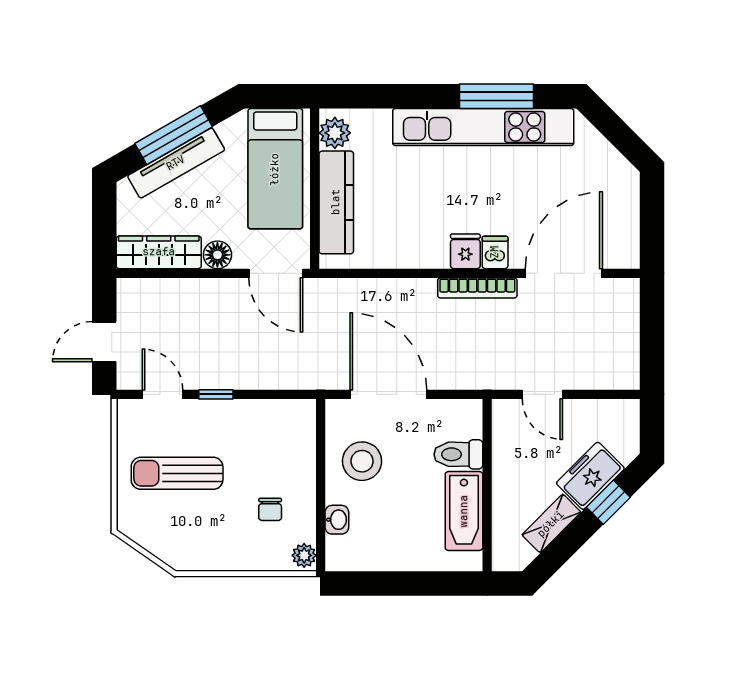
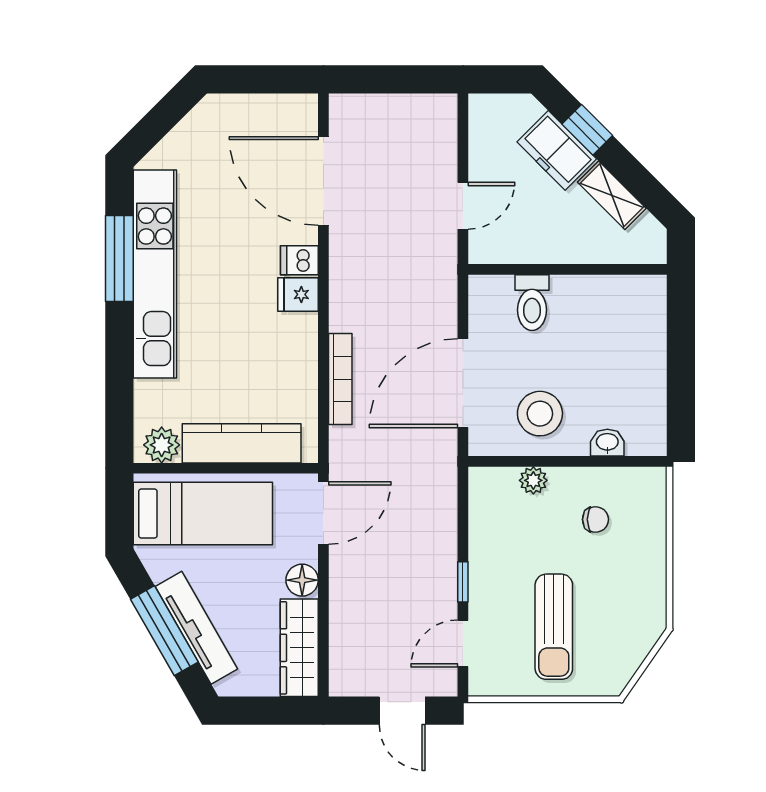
bookcase: (477, 288) -> (340, 379), moved
bathtub: (464, 511) -> (597, 296), removed
plant: (304, 555) -> (533, 480), moved

